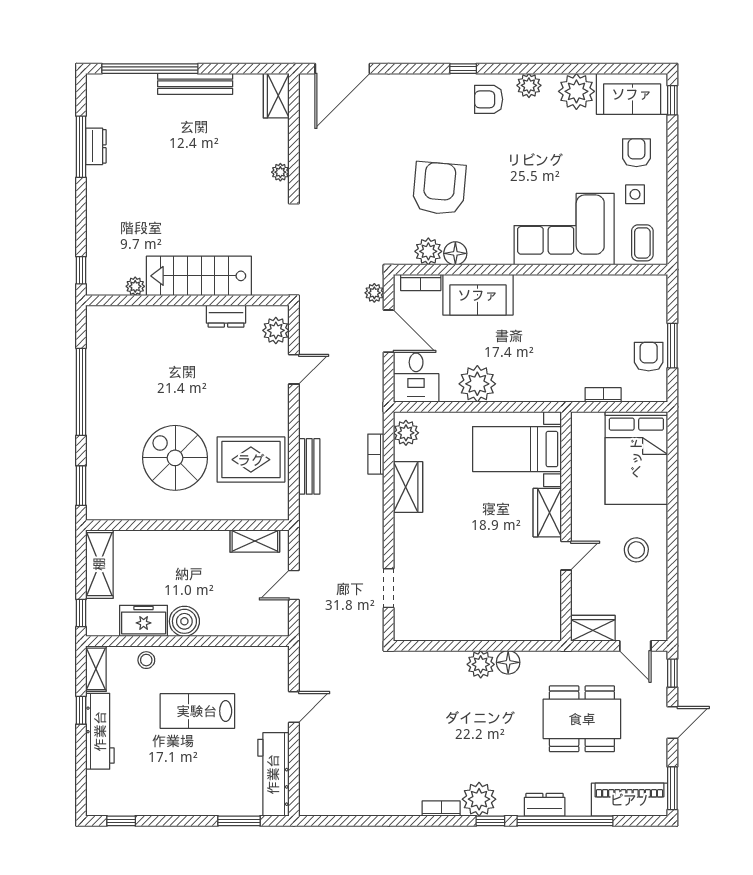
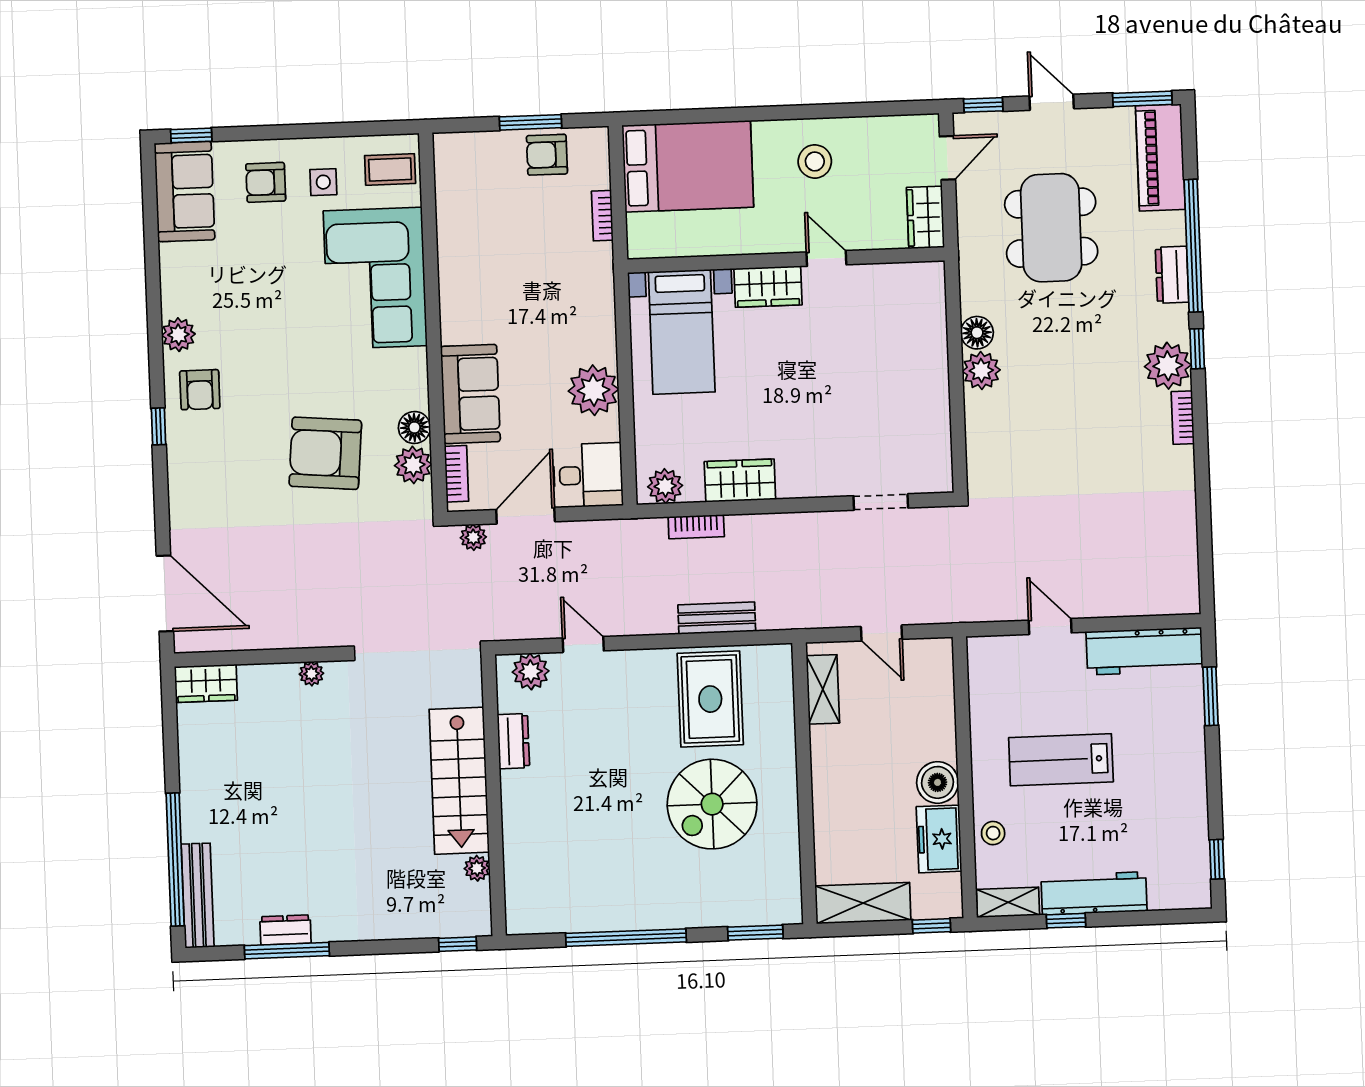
bench: (195, 84) -> (198, 896), moved
plant: (576, 91) -> (184, 269), removed
lab bench: (197, 711) -> (1061, 760), turned 90

